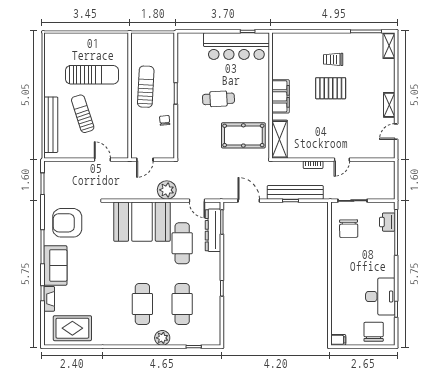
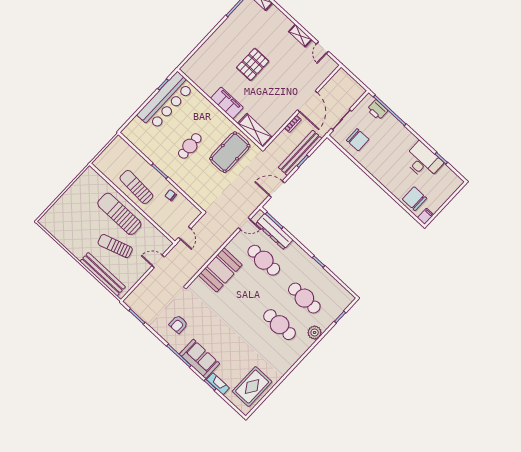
trolley: (333, 59) -> (235, 45), removed
sun lounger: (92, 75) -> (119, 214), moved, turned -90
door: (342, 160) -> (307, 101), width x1.88
plant: (167, 190) -> (219, 237), removed
booth: (142, 222) -> (220, 270), width x0.73, depth x0.70
armchair: (67, 223) -> (178, 324), width x0.53, depth x0.53
chair: (374, 332) -> (415, 199), moved

